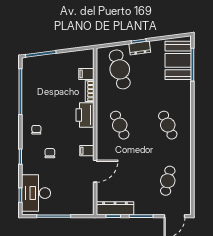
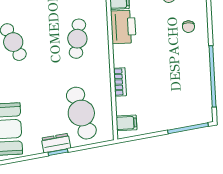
filing cabinet: (86, 74) -> (126, 123), moved
printer: (85, 115) -> (123, 27), moved
cafe table: (120, 125) -> (77, 39), turned 33

